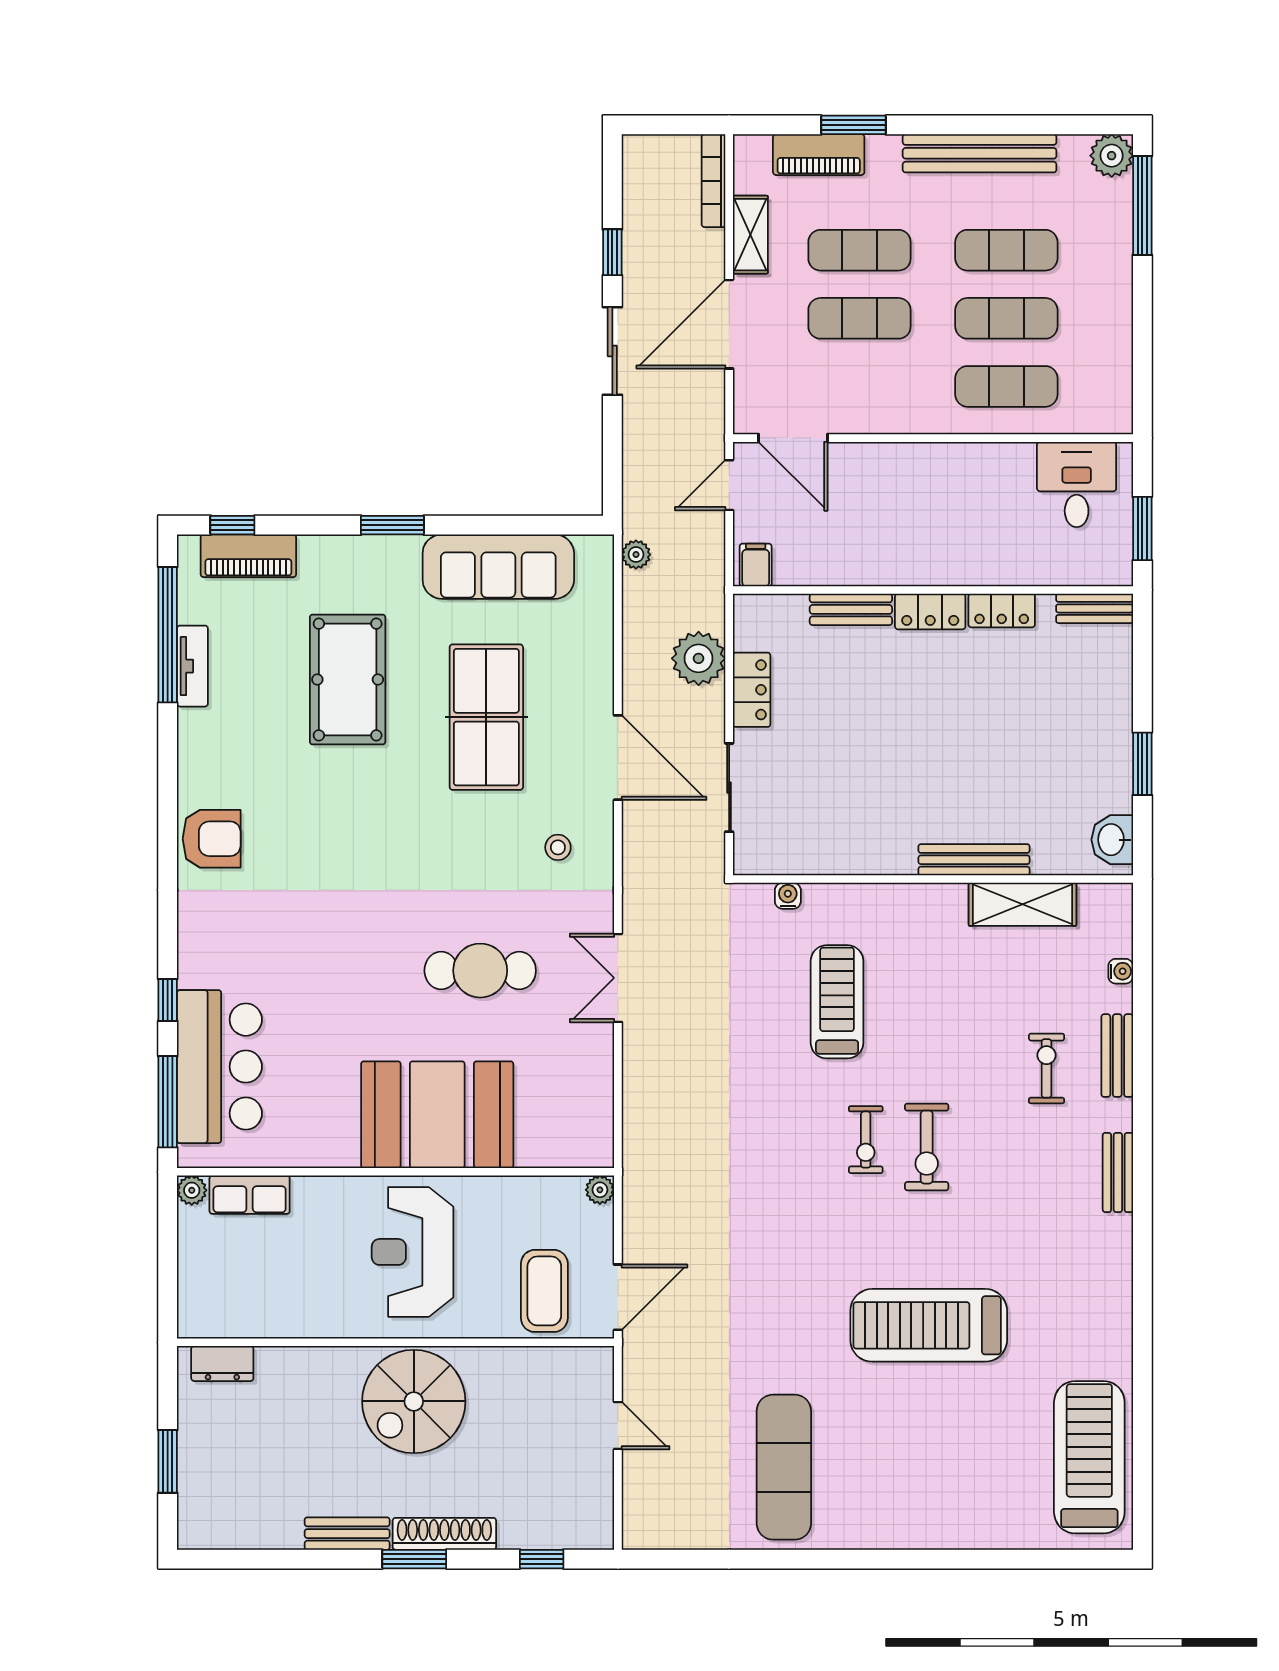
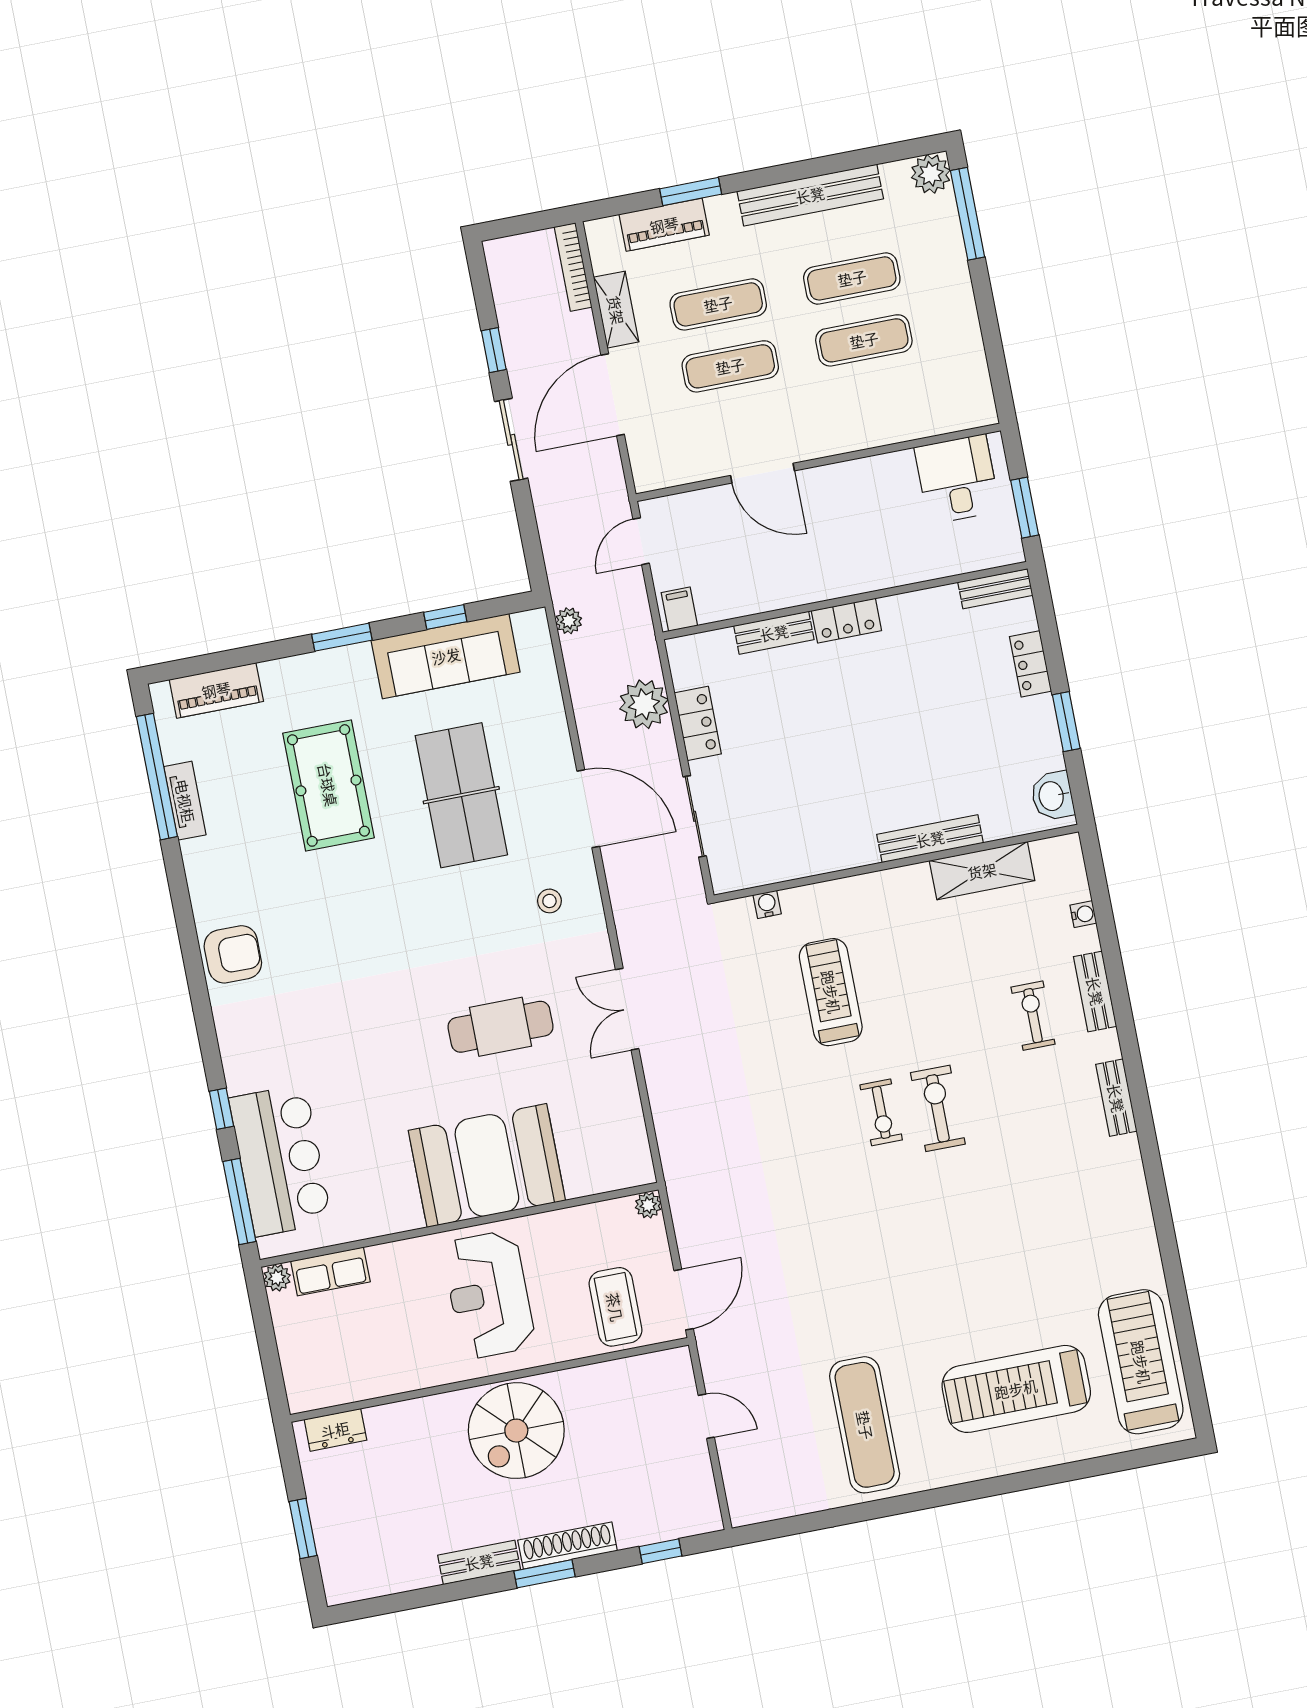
exercise mat: (1006, 386) -> (876, 402), removed
door: (793, 438) -> (763, 473), moved
window: (232, 525) -> (445, 617), moved
locker: (1002, 610) -> (1030, 664), moved, turned 90
exercise bike: (927, 1147) -> (938, 1108), turned 180
treadmill: (929, 1325) -> (1016, 1389), moved

